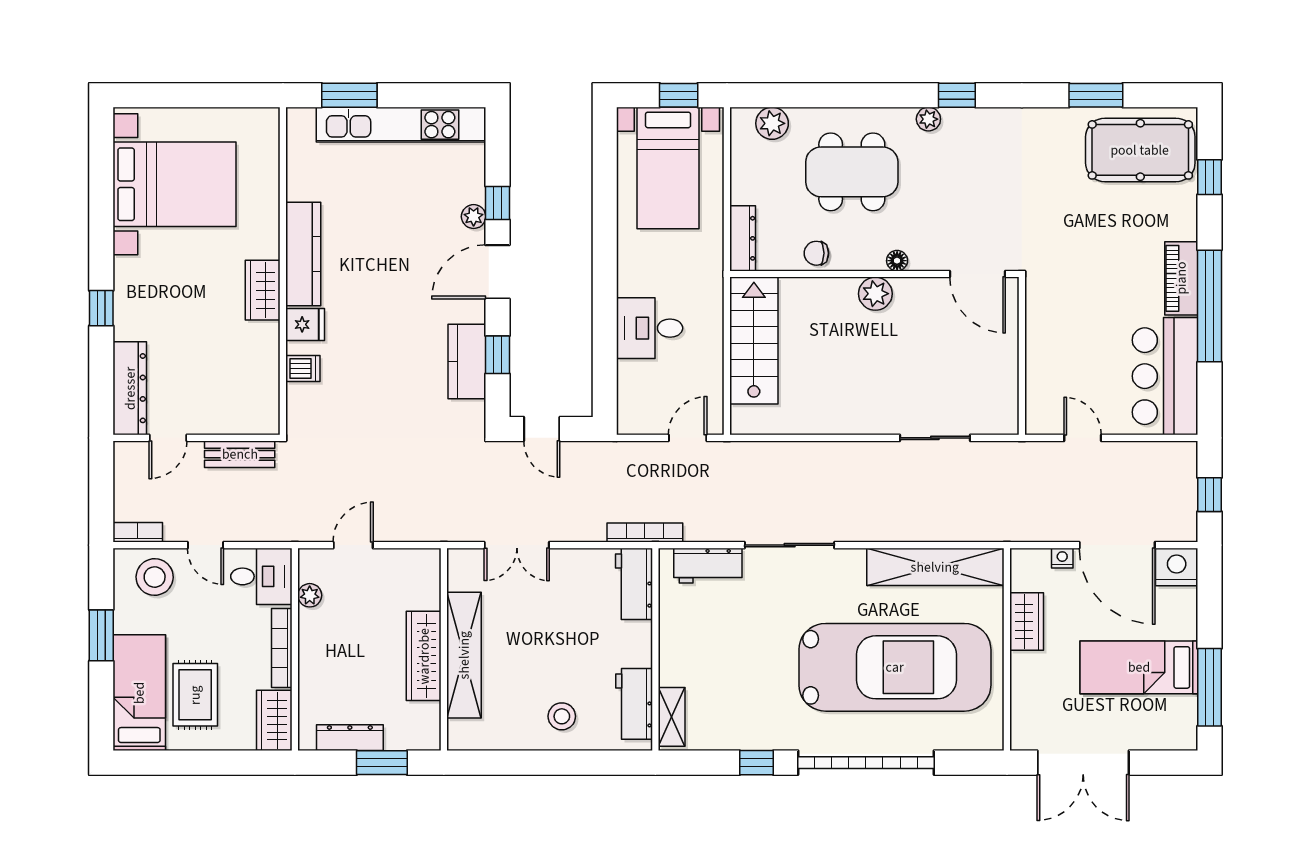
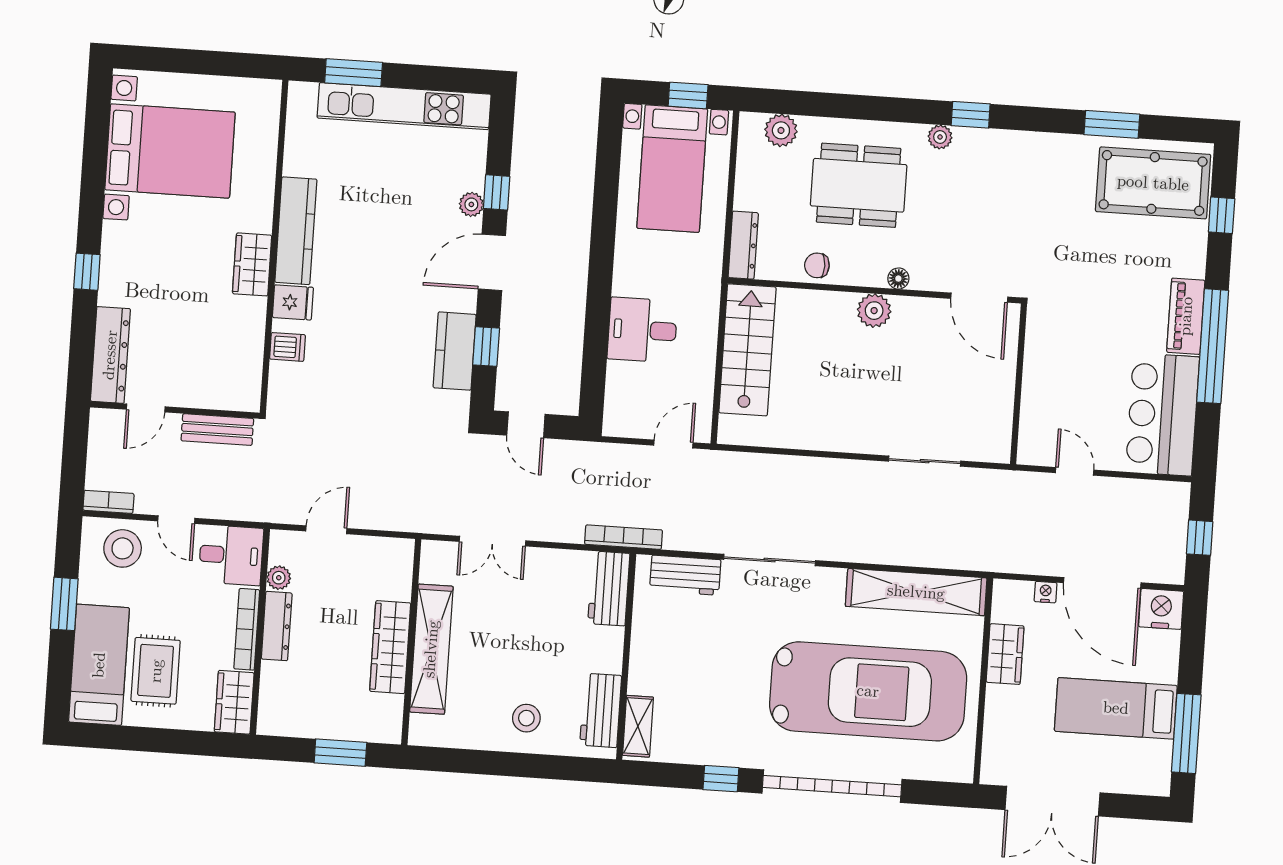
dresser: (350, 738) -> (277, 626), moved, turned 90

